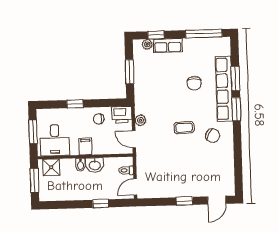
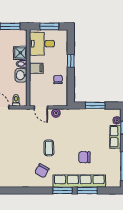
printer: (122, 115) -> (61, 98), removed
door: (134, 139) -> (41, 107), swing flipped
shower: (51, 167) -> (20, 53), moved

